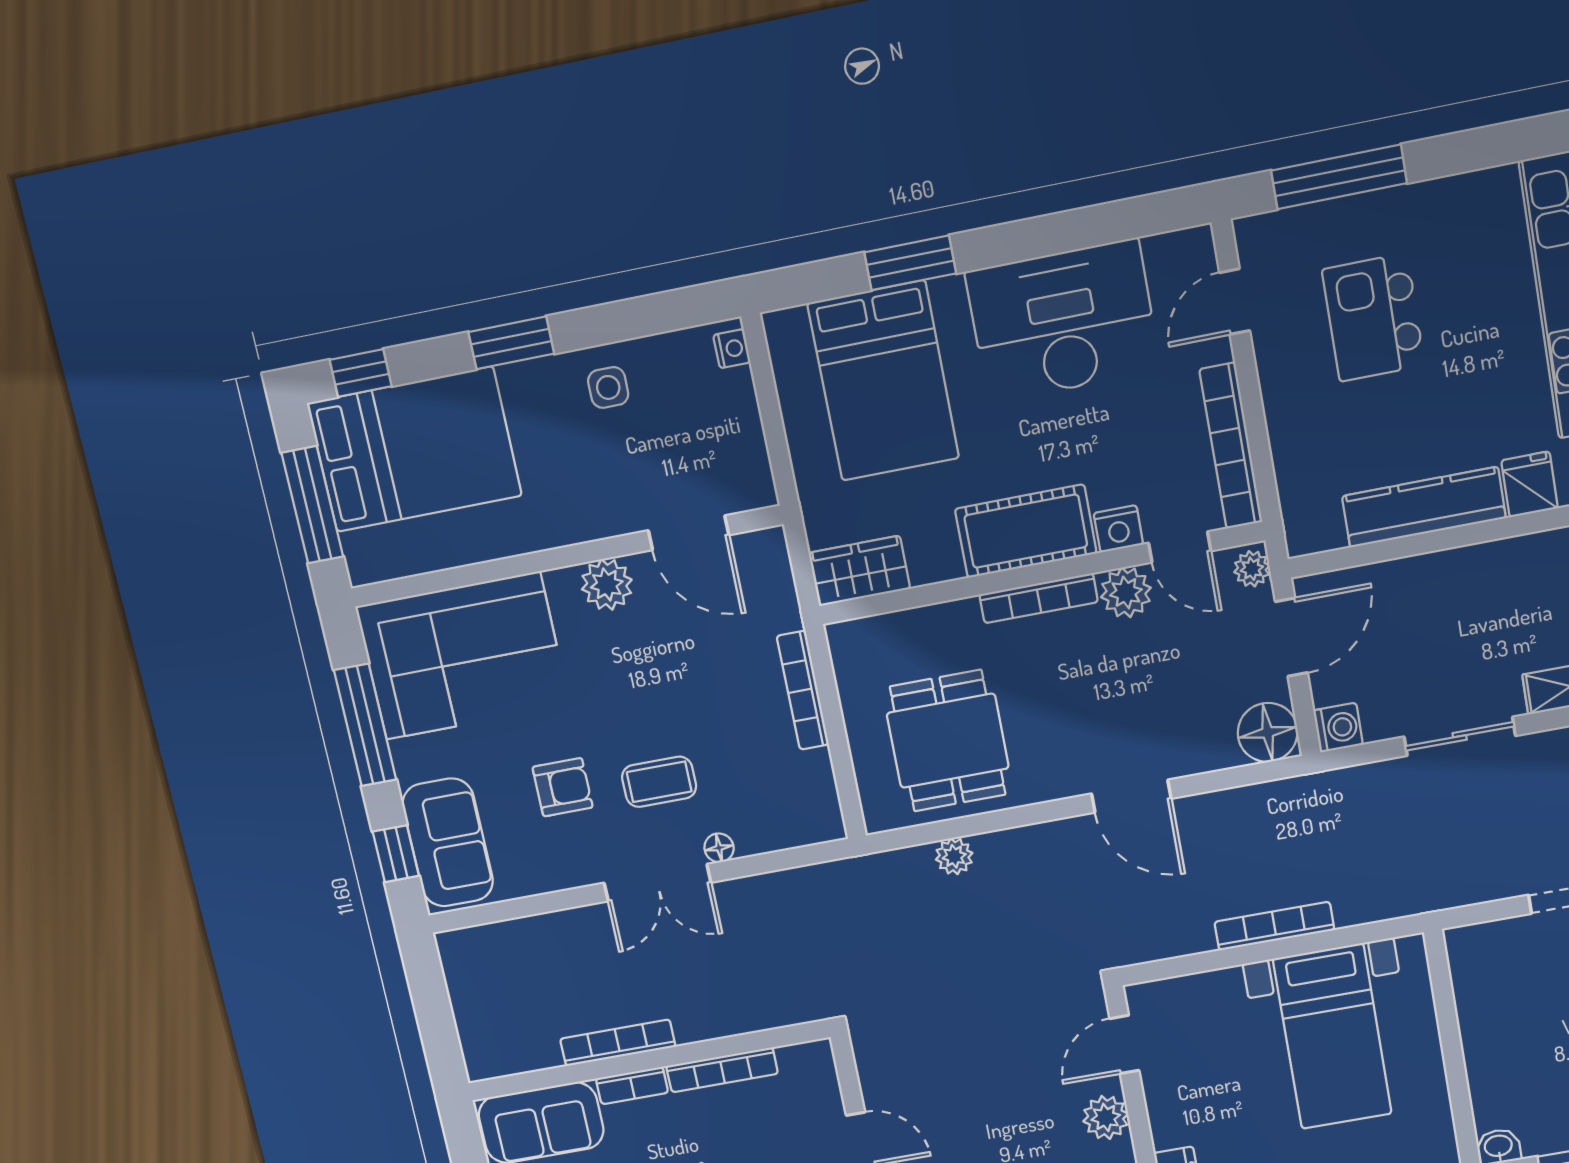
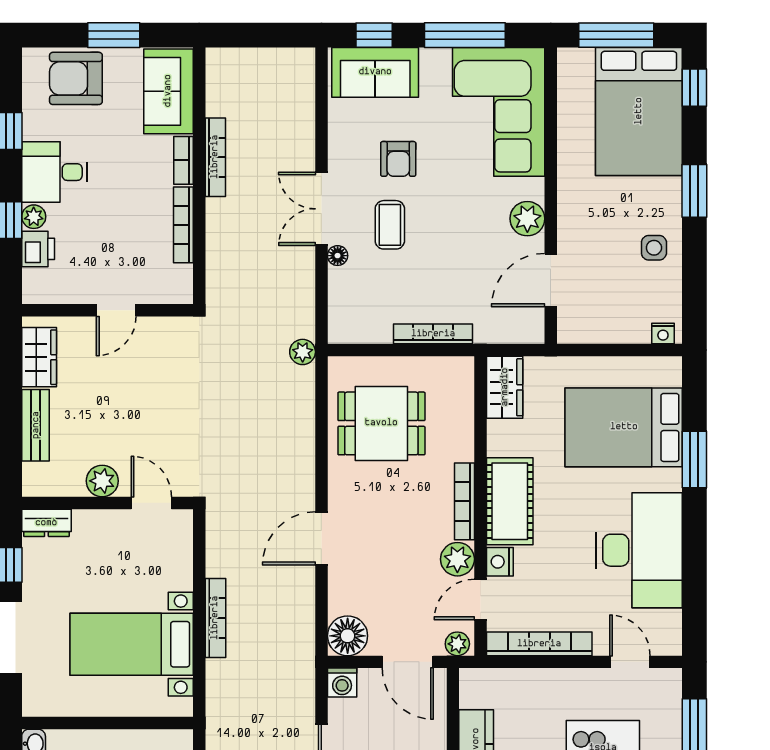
plant: (954, 856) -> (303, 352), moved

